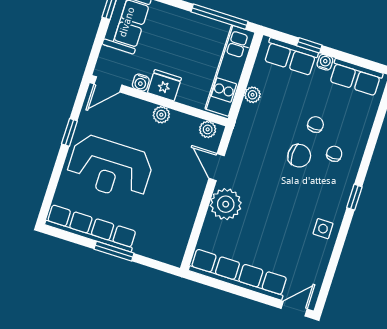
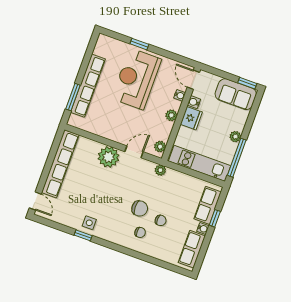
plant: (189, 20) -> (235, 137), added
plant: (253, 95) -> (160, 170), moved
water cooler: (132, 104) -> (180, 95), added
window: (69, 132) -> (139, 44), moved
chair: (299, 156) -> (140, 208), turned -90
window: (354, 197) -> (83, 235), moved
row of seats: (91, 228) -> (88, 86), moved
window: (114, 251) -> (73, 97), moved

